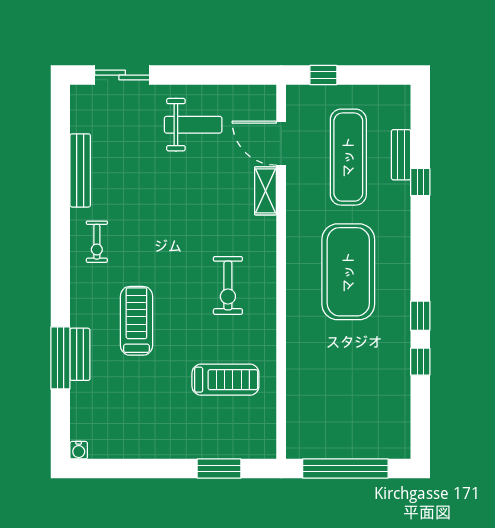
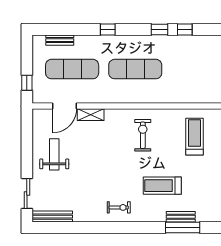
bench: (401, 155) -> (60, 40), moved
bench: (80, 170) -> (52, 217), moved
window: (420, 182) -> (108, 29), moved
exercise mat: (348, 272) -> (135, 69), width x0.68
exercise bike: (228, 286) -> (143, 135), turned -90

